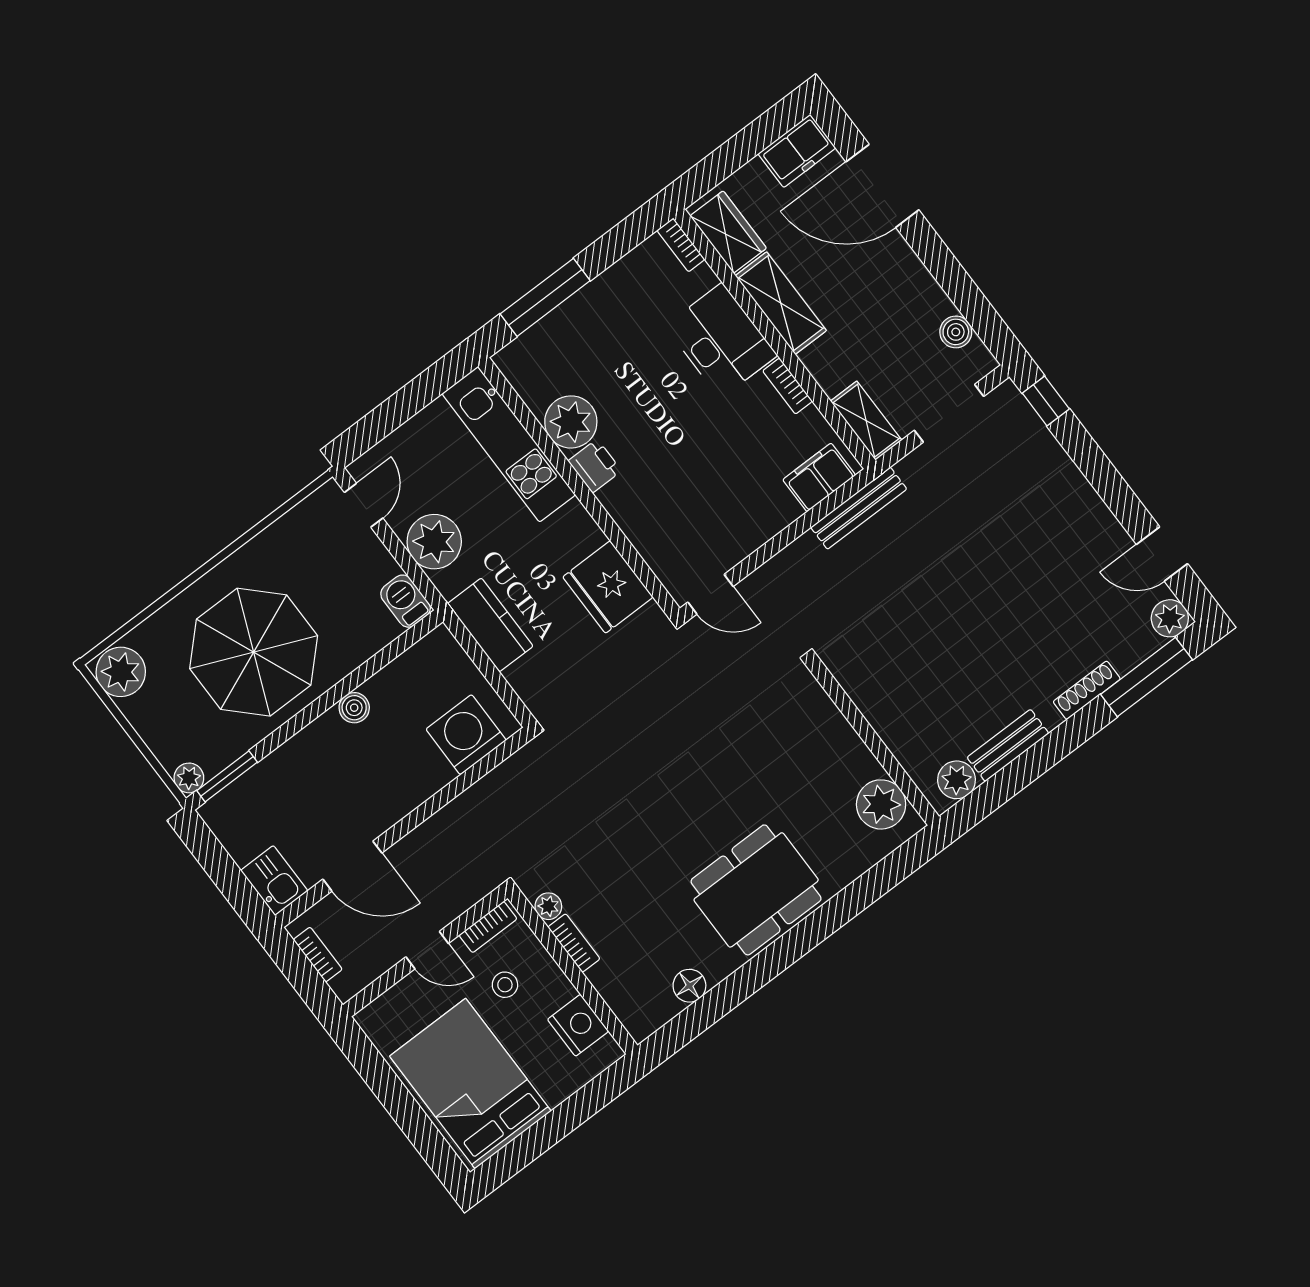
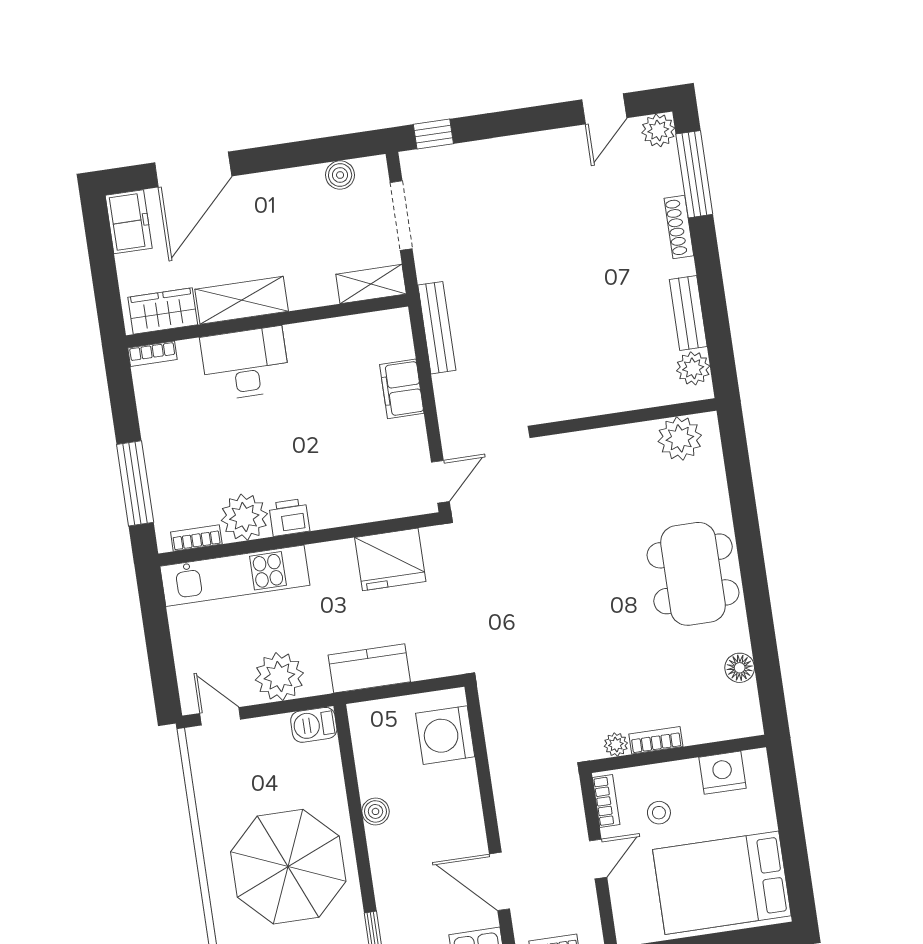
bookcase: (788, 386) -> (196, 538), moved, turned 180
filing cabinet: (819, 477) -> (402, 389), moved
door: (352, 866) -> (499, 881), swing flipped

